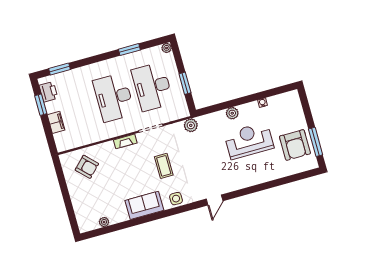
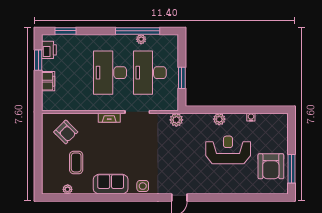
plant: (167, 48) -> (141, 39), moved
window: (129, 50) -> (138, 31), width x2.11
coffee table: (164, 166) -> (76, 162), moved

